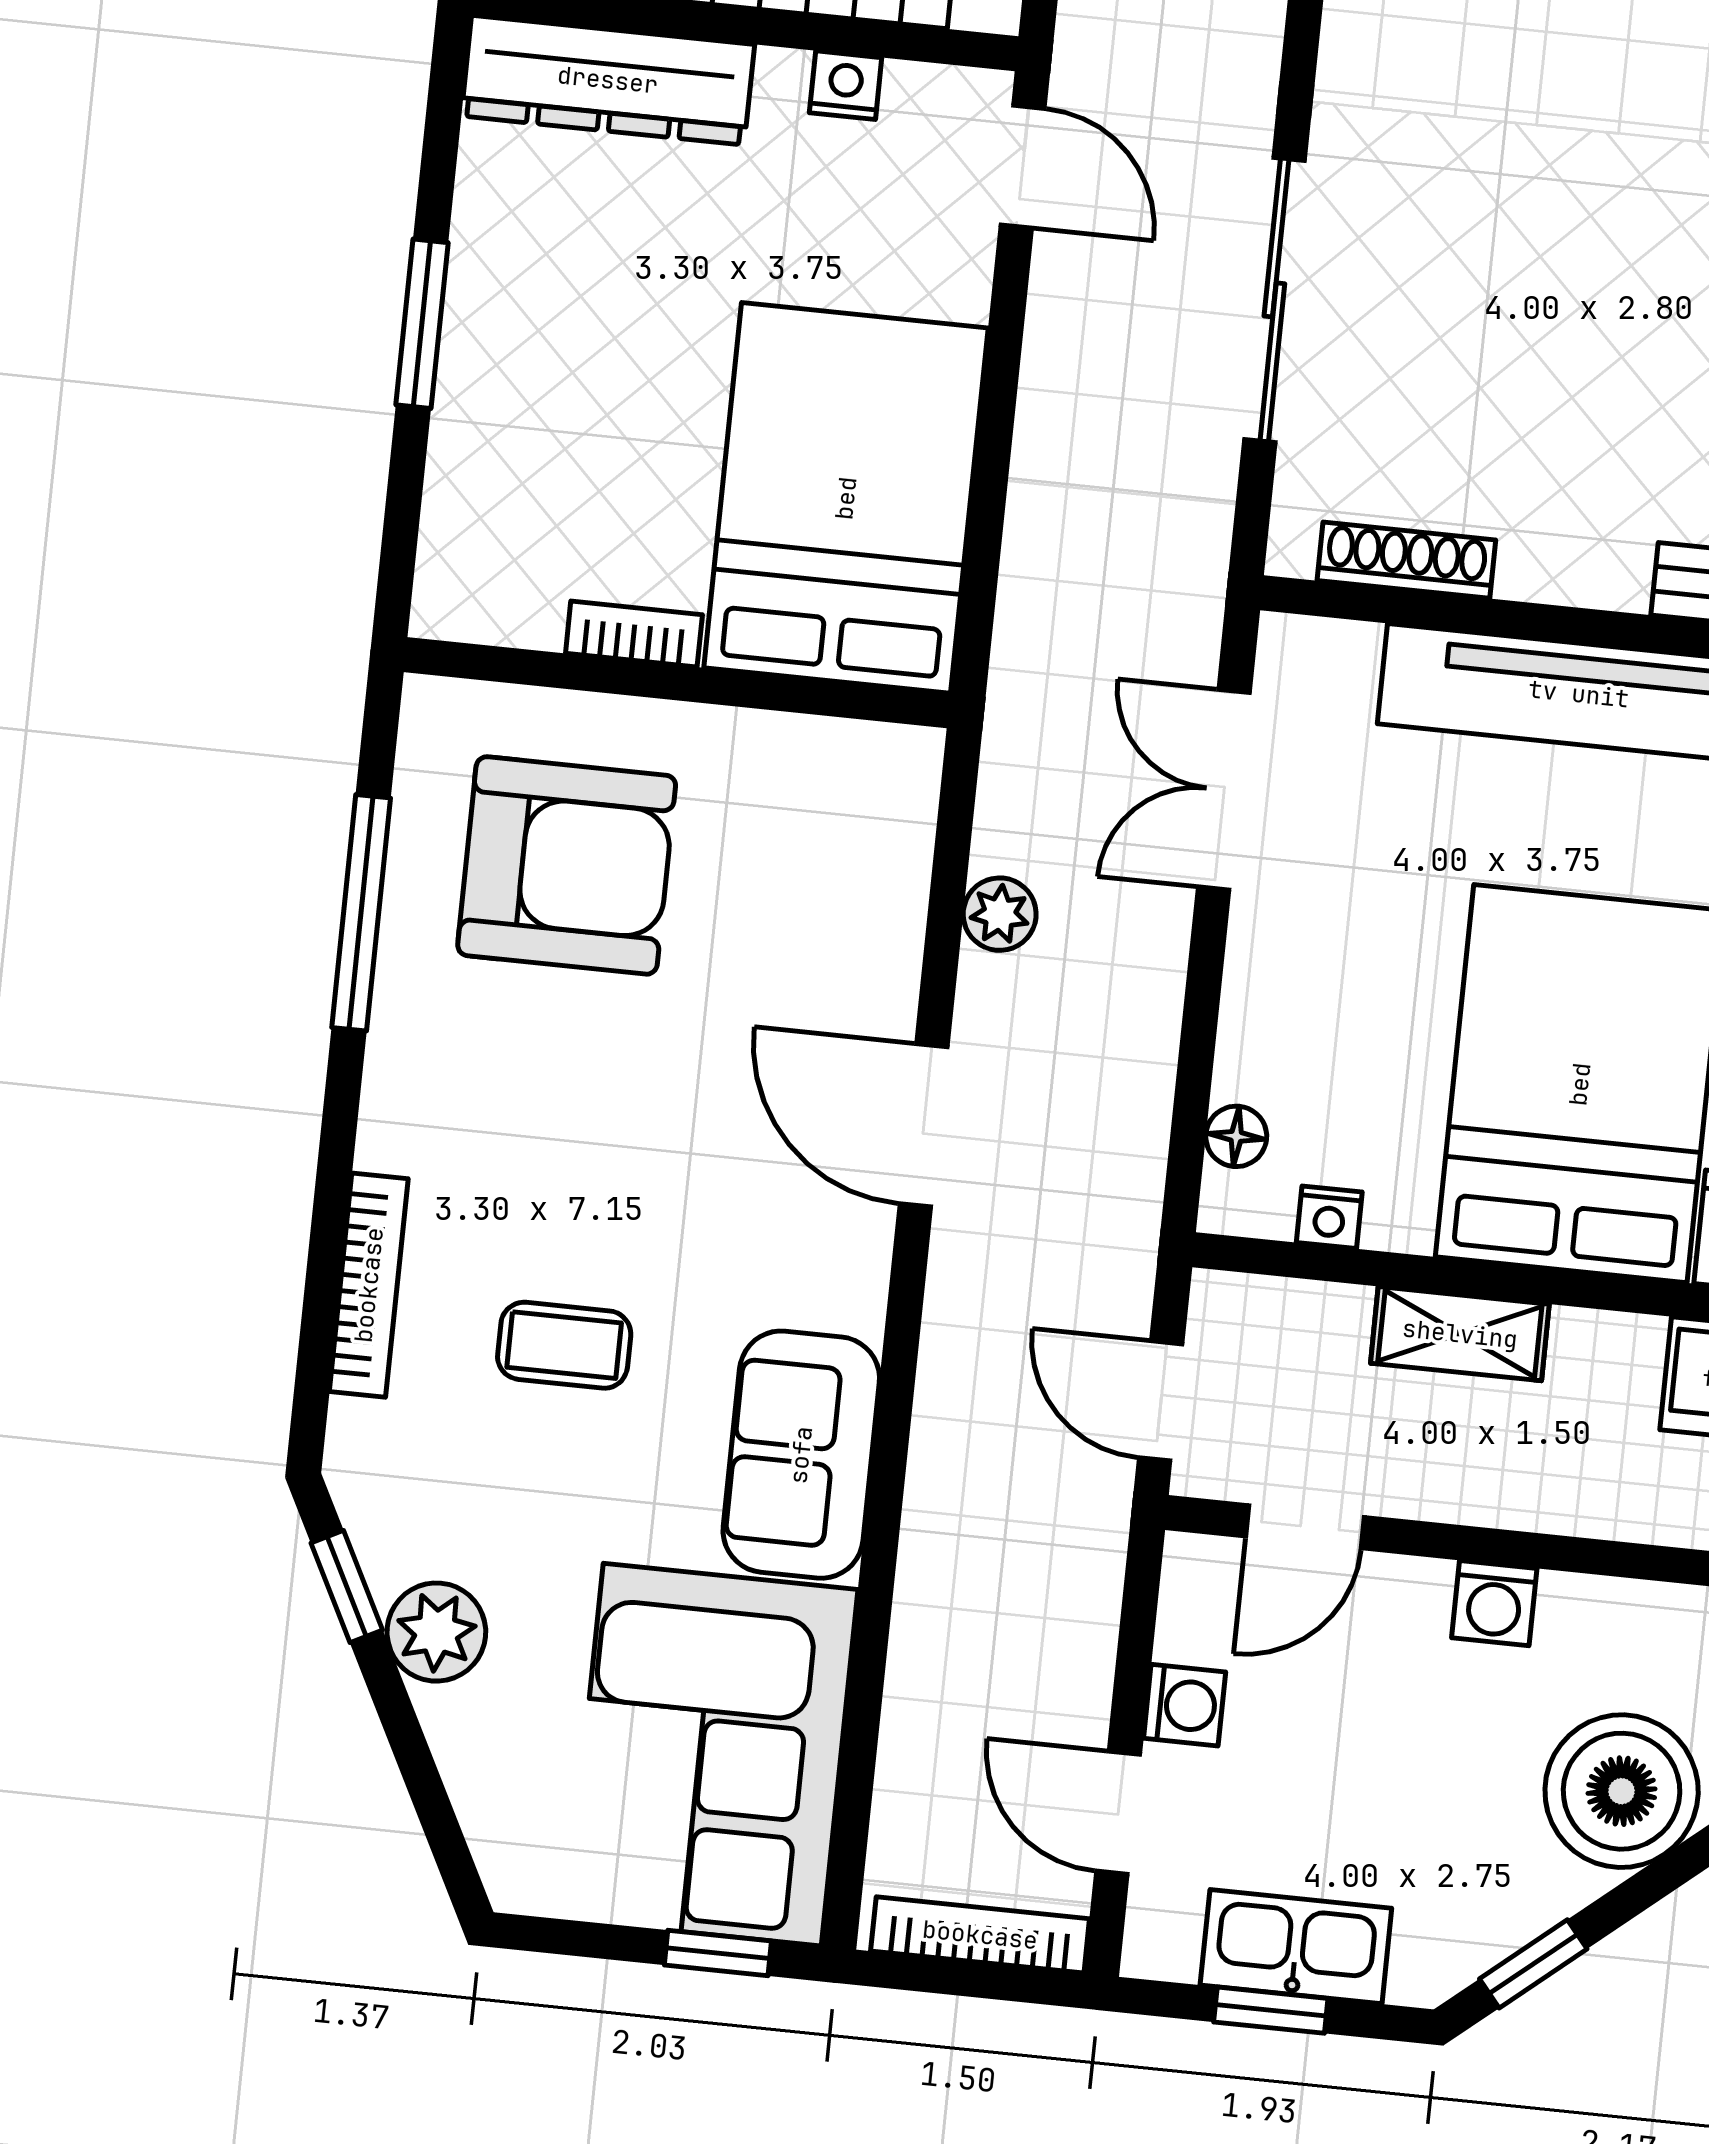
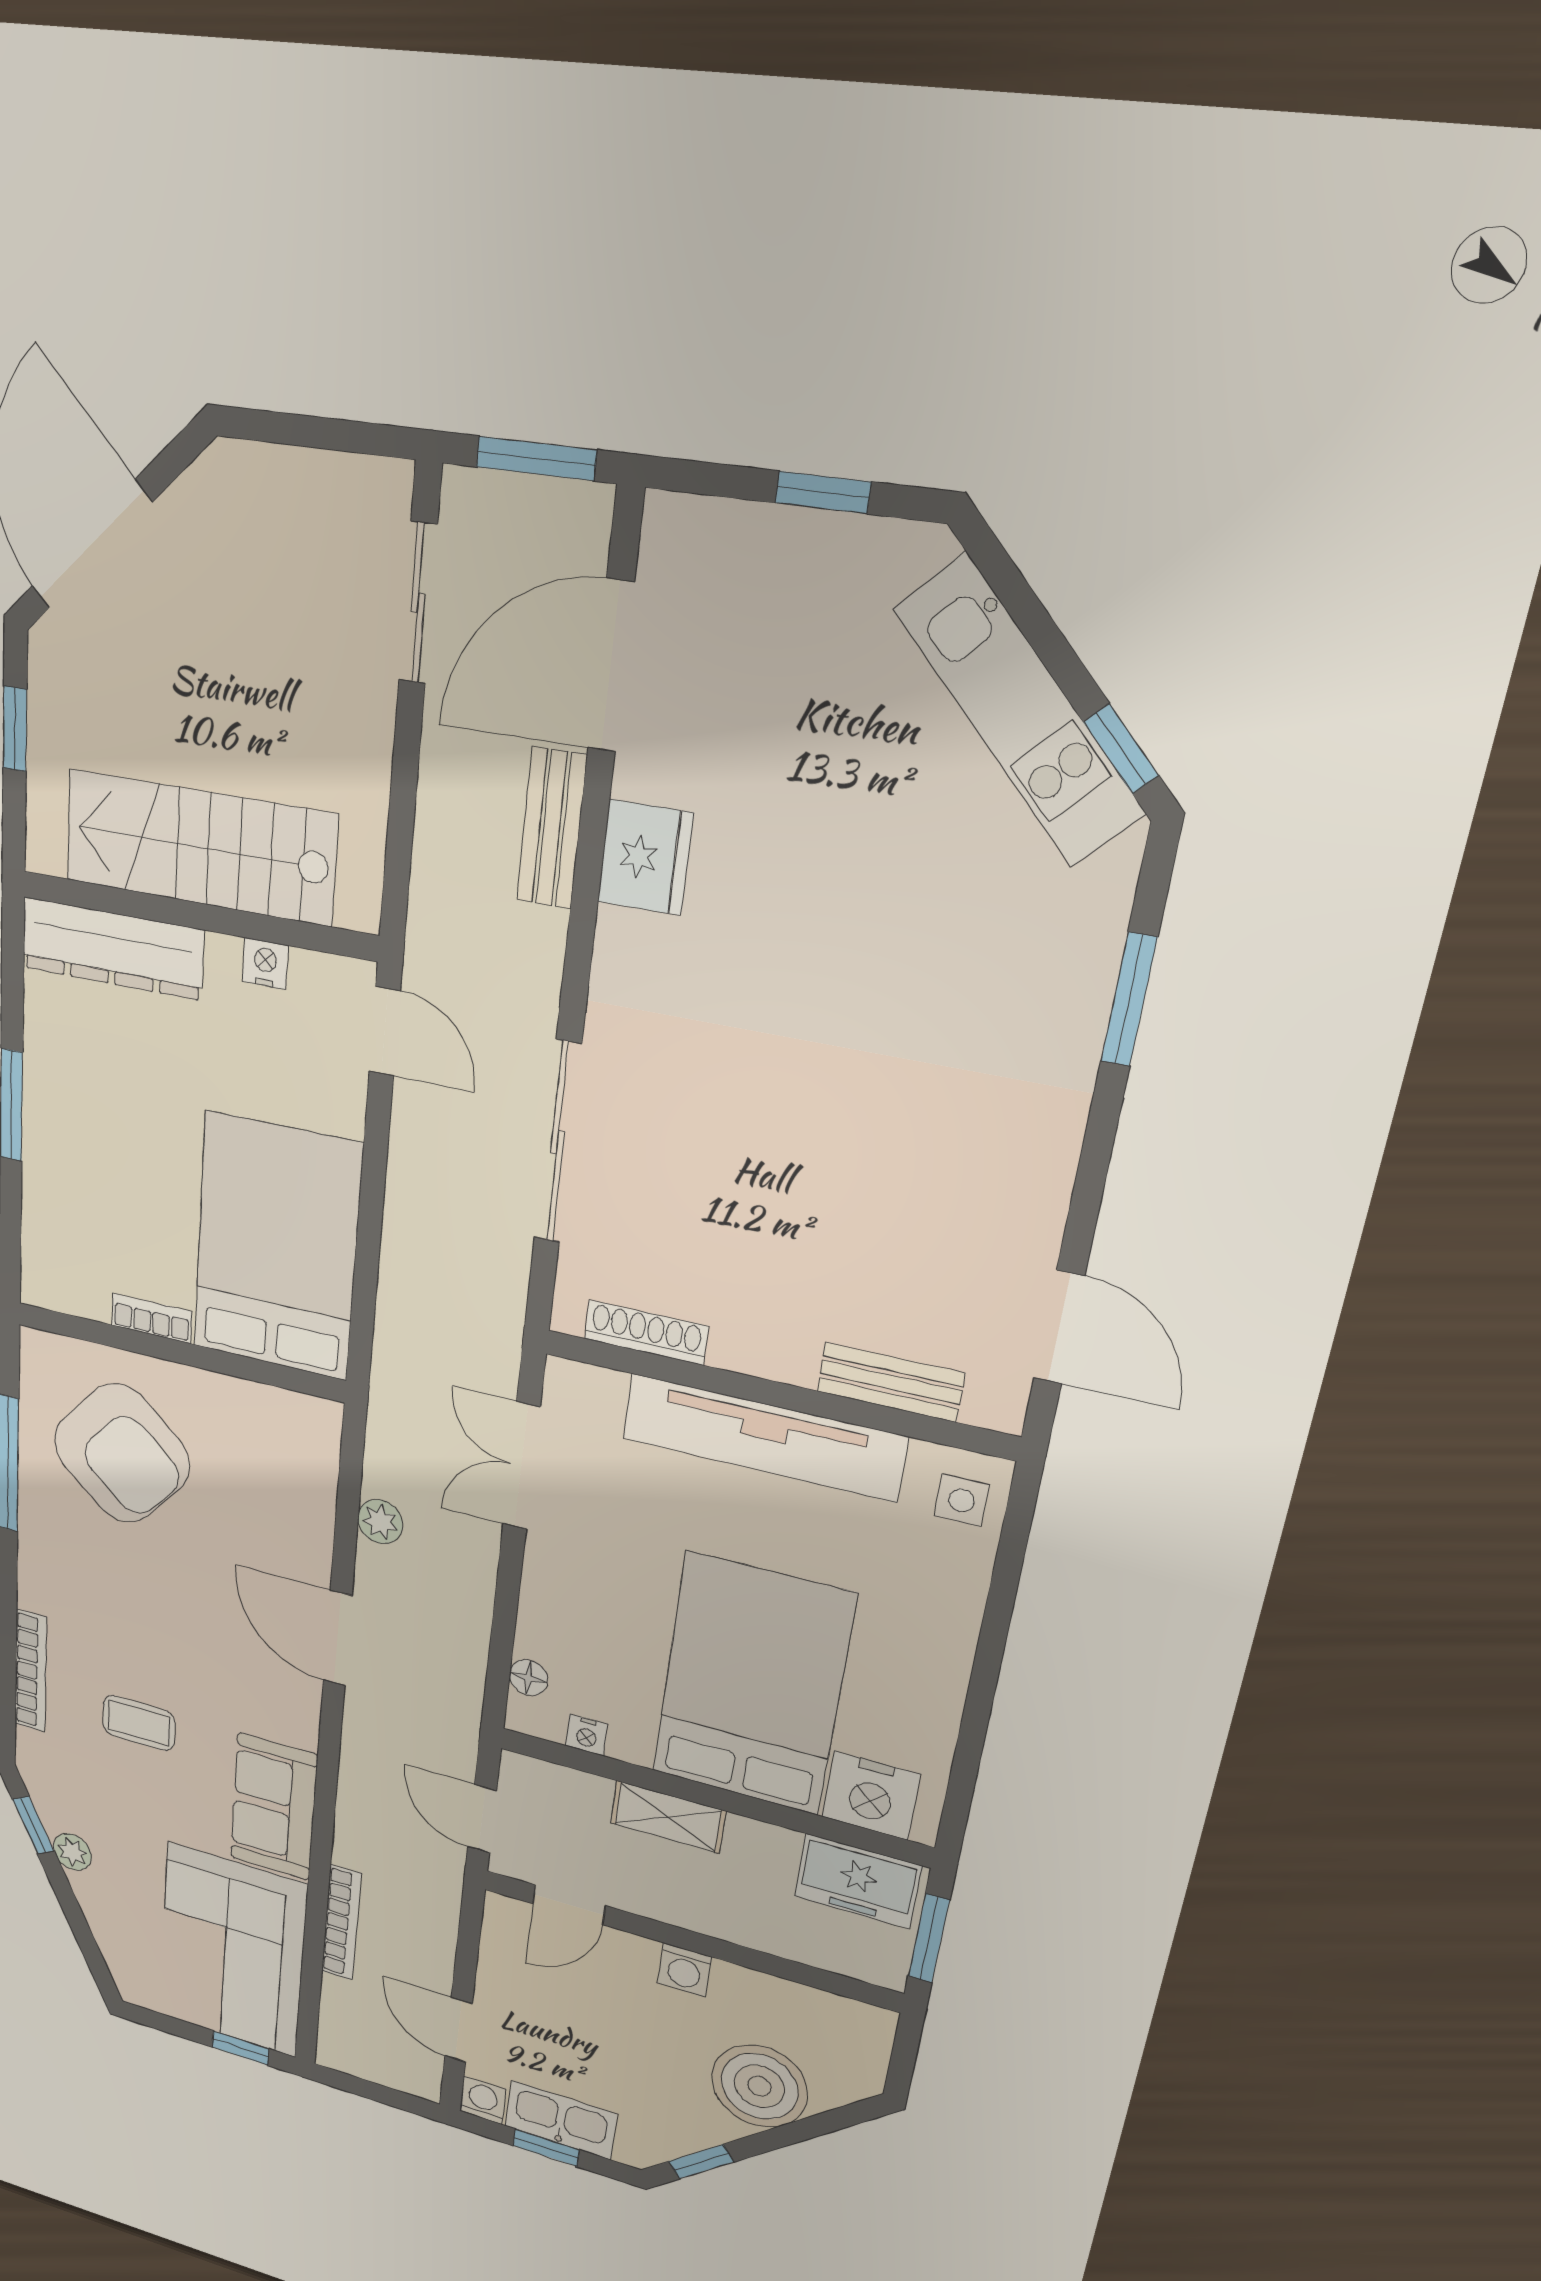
armchair: (567, 865) -> (122, 1453), turned 41
plant: (436, 1632) -> (72, 1852), width x0.73, depth x0.73
washing machine: (1185, 1705) -> (483, 2100), moved, turned -90
bookcase: (980, 1935) -> (341, 1923), moved, turned 90

